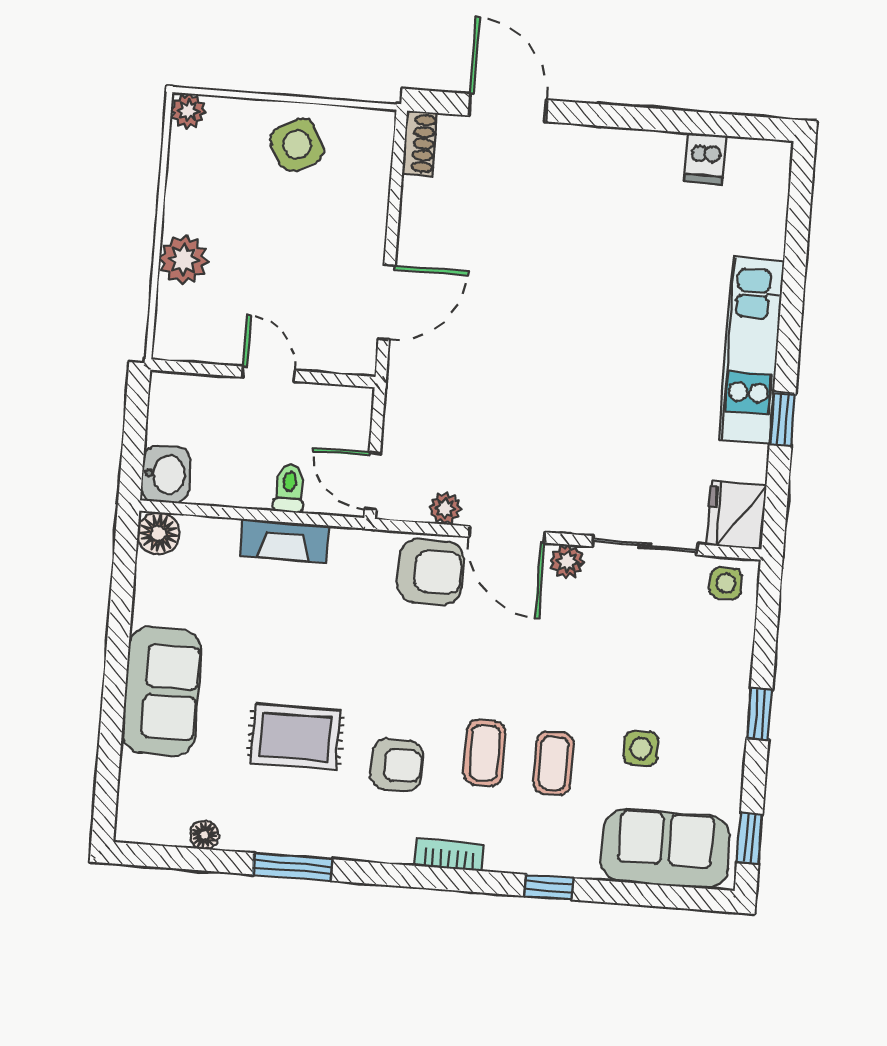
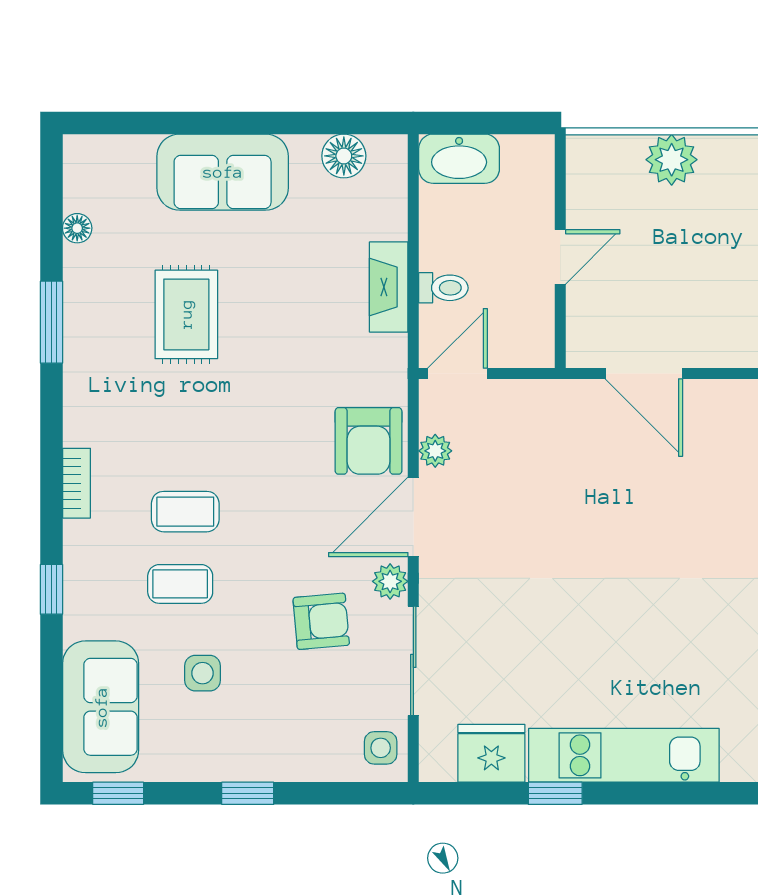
washbasin: (166, 474) -> (459, 159), width x1.38
fridge: (737, 515) -> (491, 753), moved
floor lamp: (159, 533) -> (344, 156), moved
armchair: (397, 765) -> (321, 621), moved, turned -95

